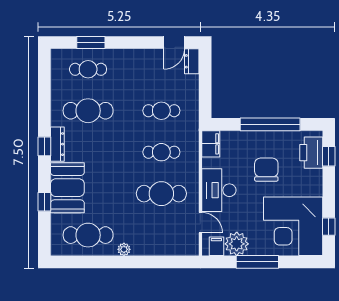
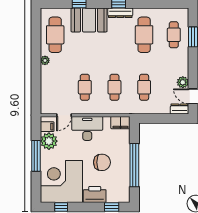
plant: (154, 57) -> (183, 82), added
printer: (311, 153) -> (95, 194), moved
cafe table: (161, 194) -> (85, 87), width x0.73, depth x0.74

